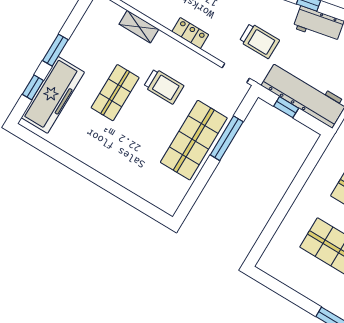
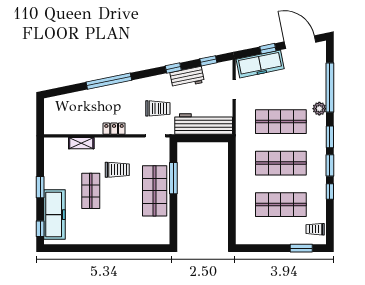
window: (33, 87) -> (40, 229), moved
window: (286, 107) -> (198, 138), removed

